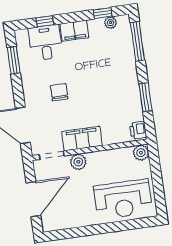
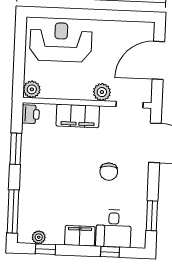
filing cabinet: (82, 139) -> (78, 116), moved

